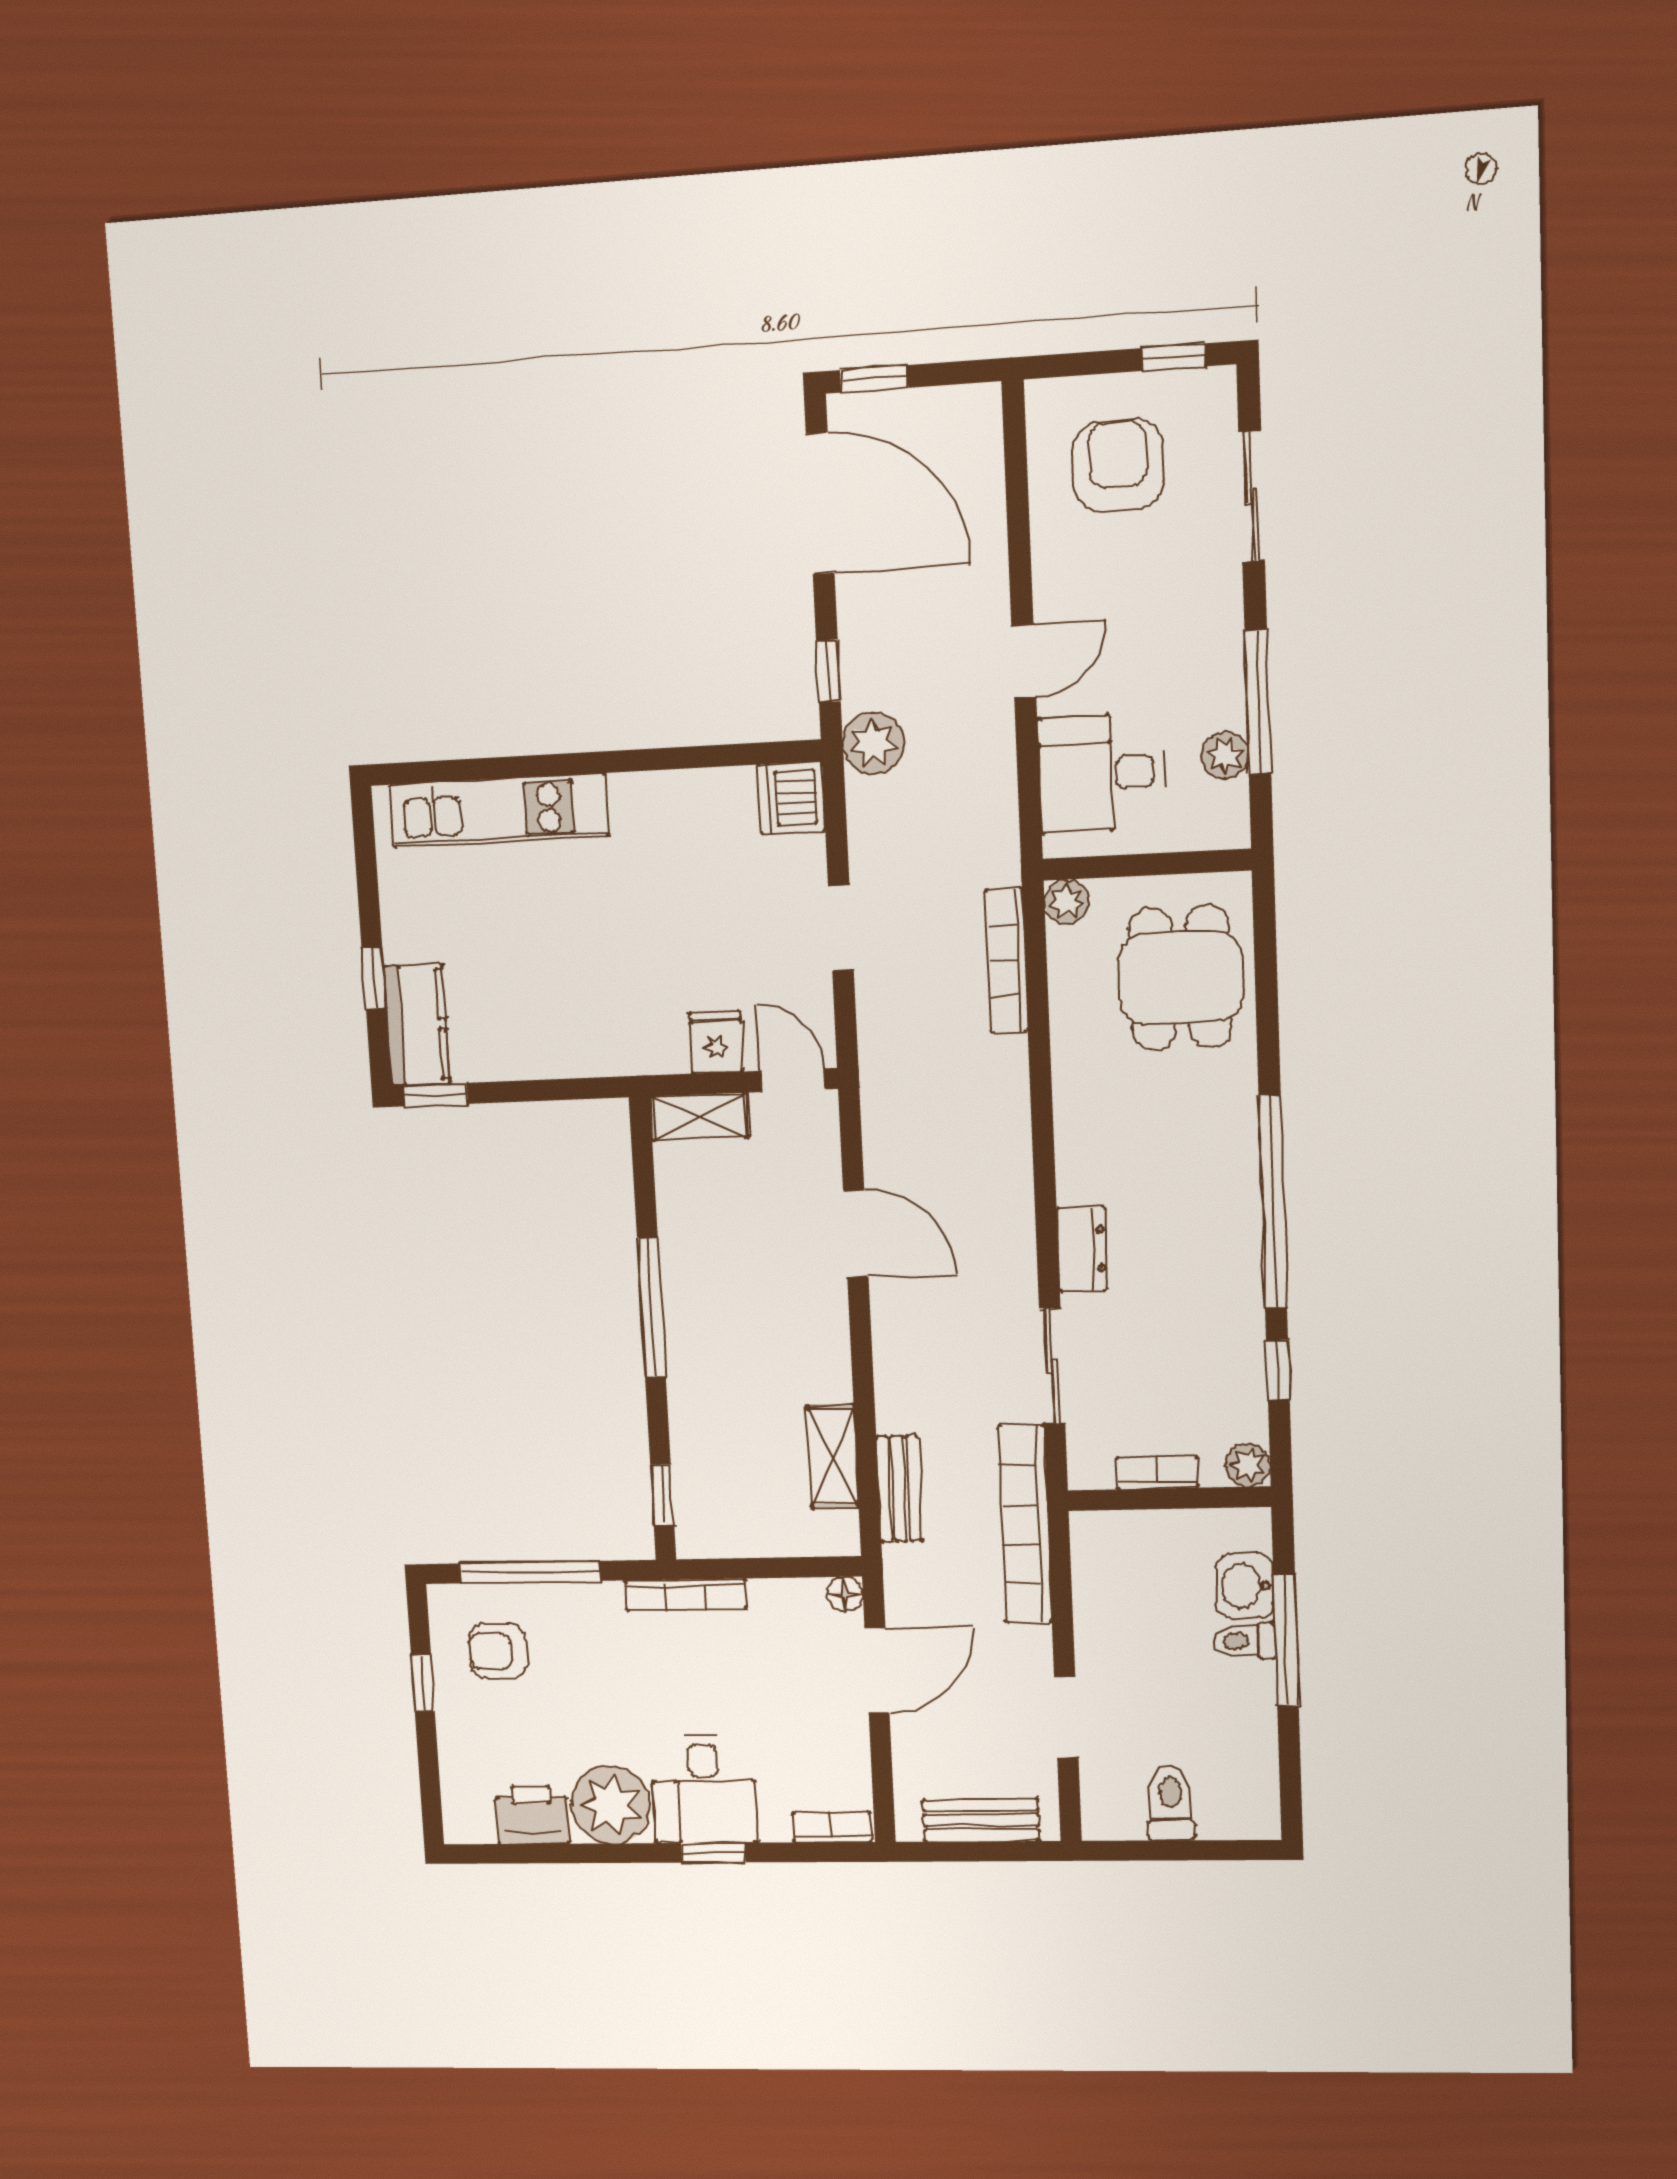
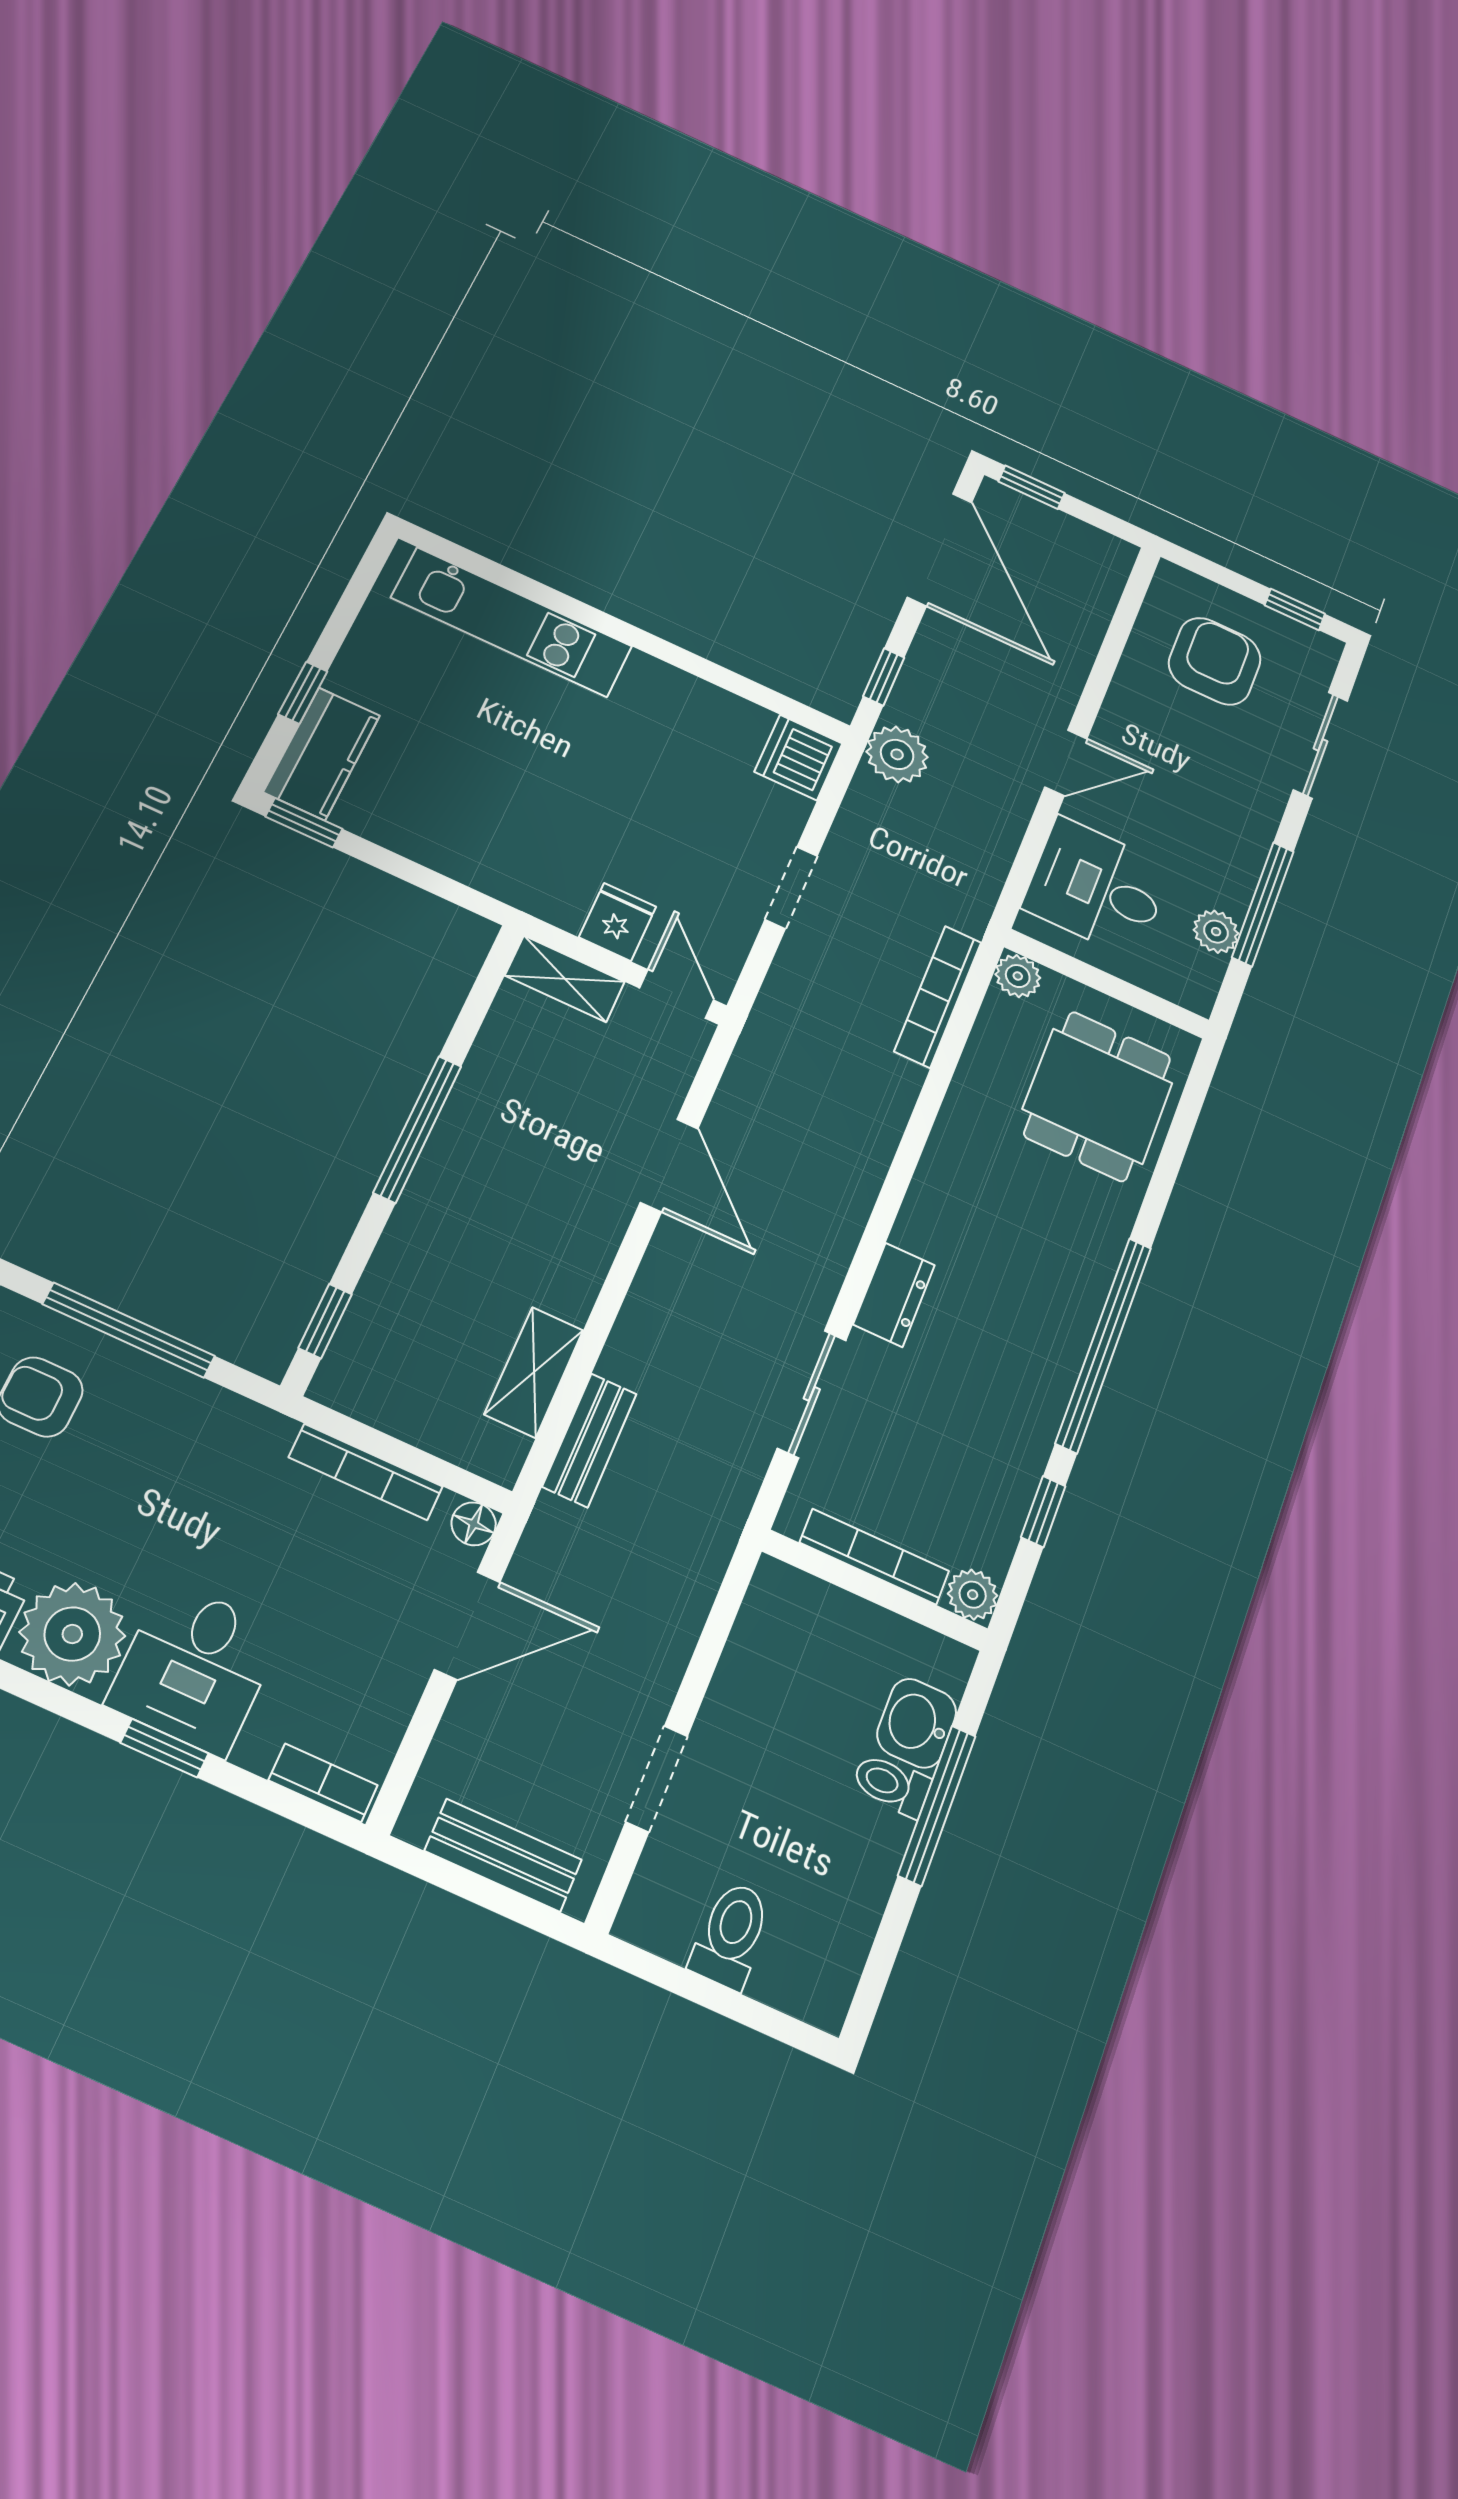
bookcase: (1157, 1473) -> (874, 1557), width x1.56
bookcase: (1025, 1524) -> (708, 1543), removed
bookcase: (686, 1595) -> (366, 1472), moved

